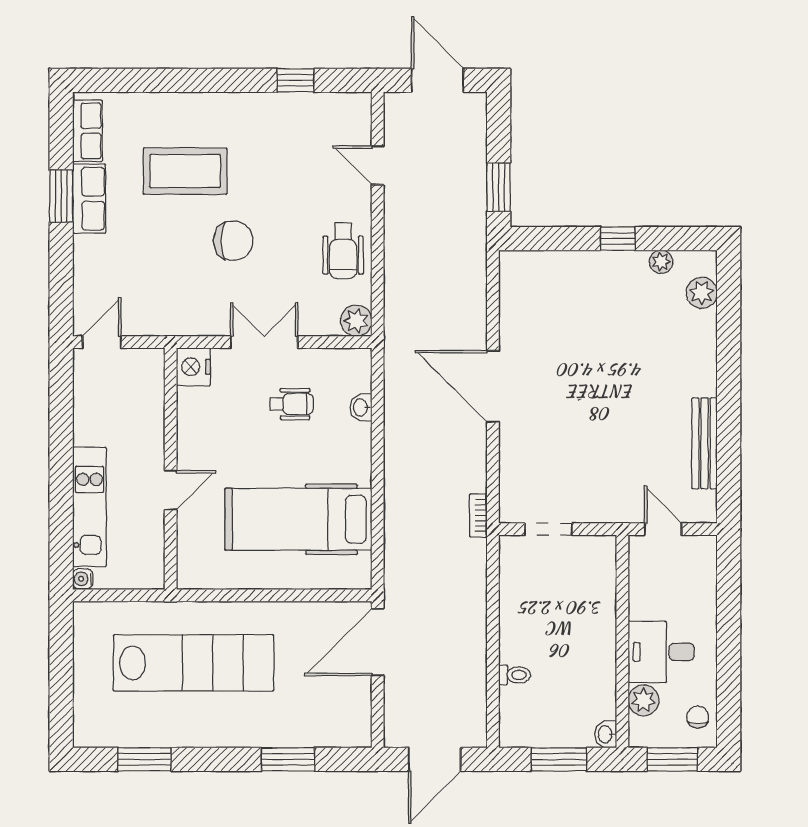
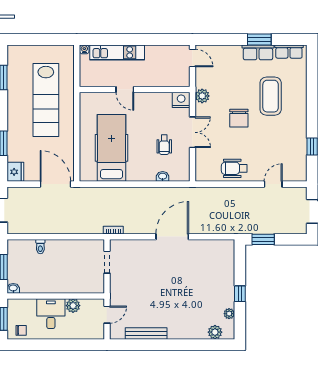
plant: (356, 321) -> (202, 96), moved
plant: (644, 700) -> (73, 306), moved
fridge: (351, 730) -> (15, 172), added

